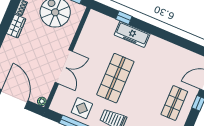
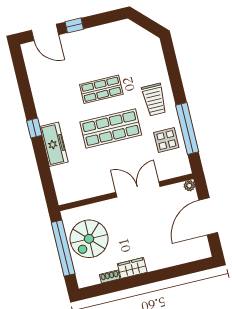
window: (124, 18) -> (34, 128), moved
shop shelf: (174, 103) -> (101, 89), moved

